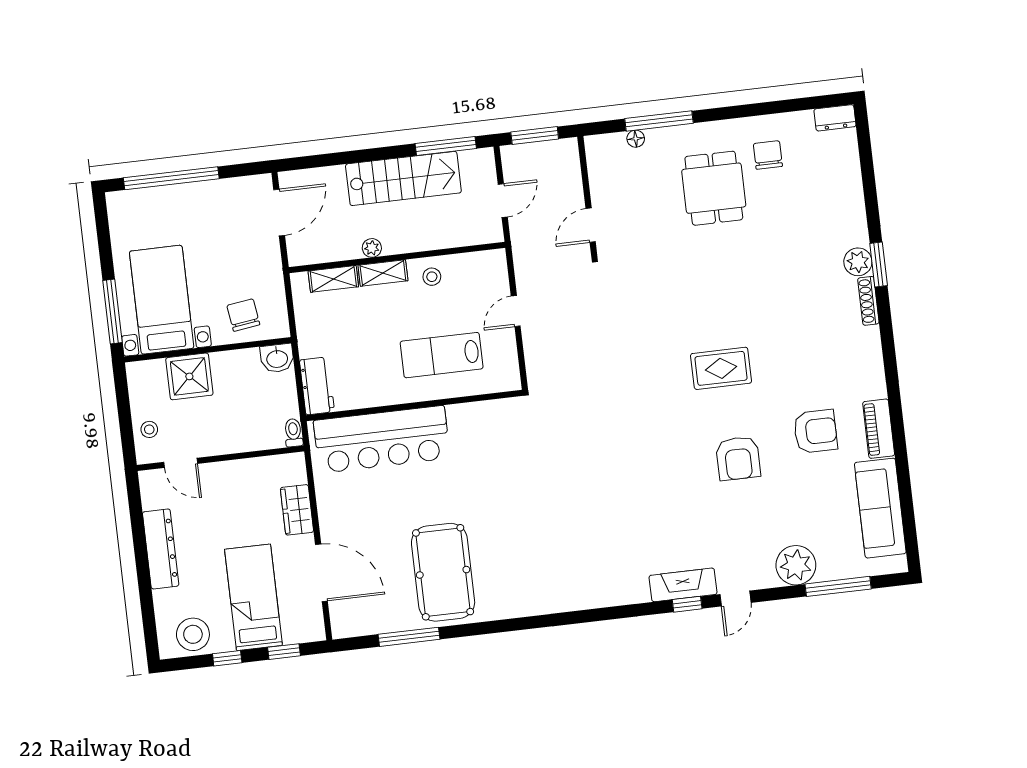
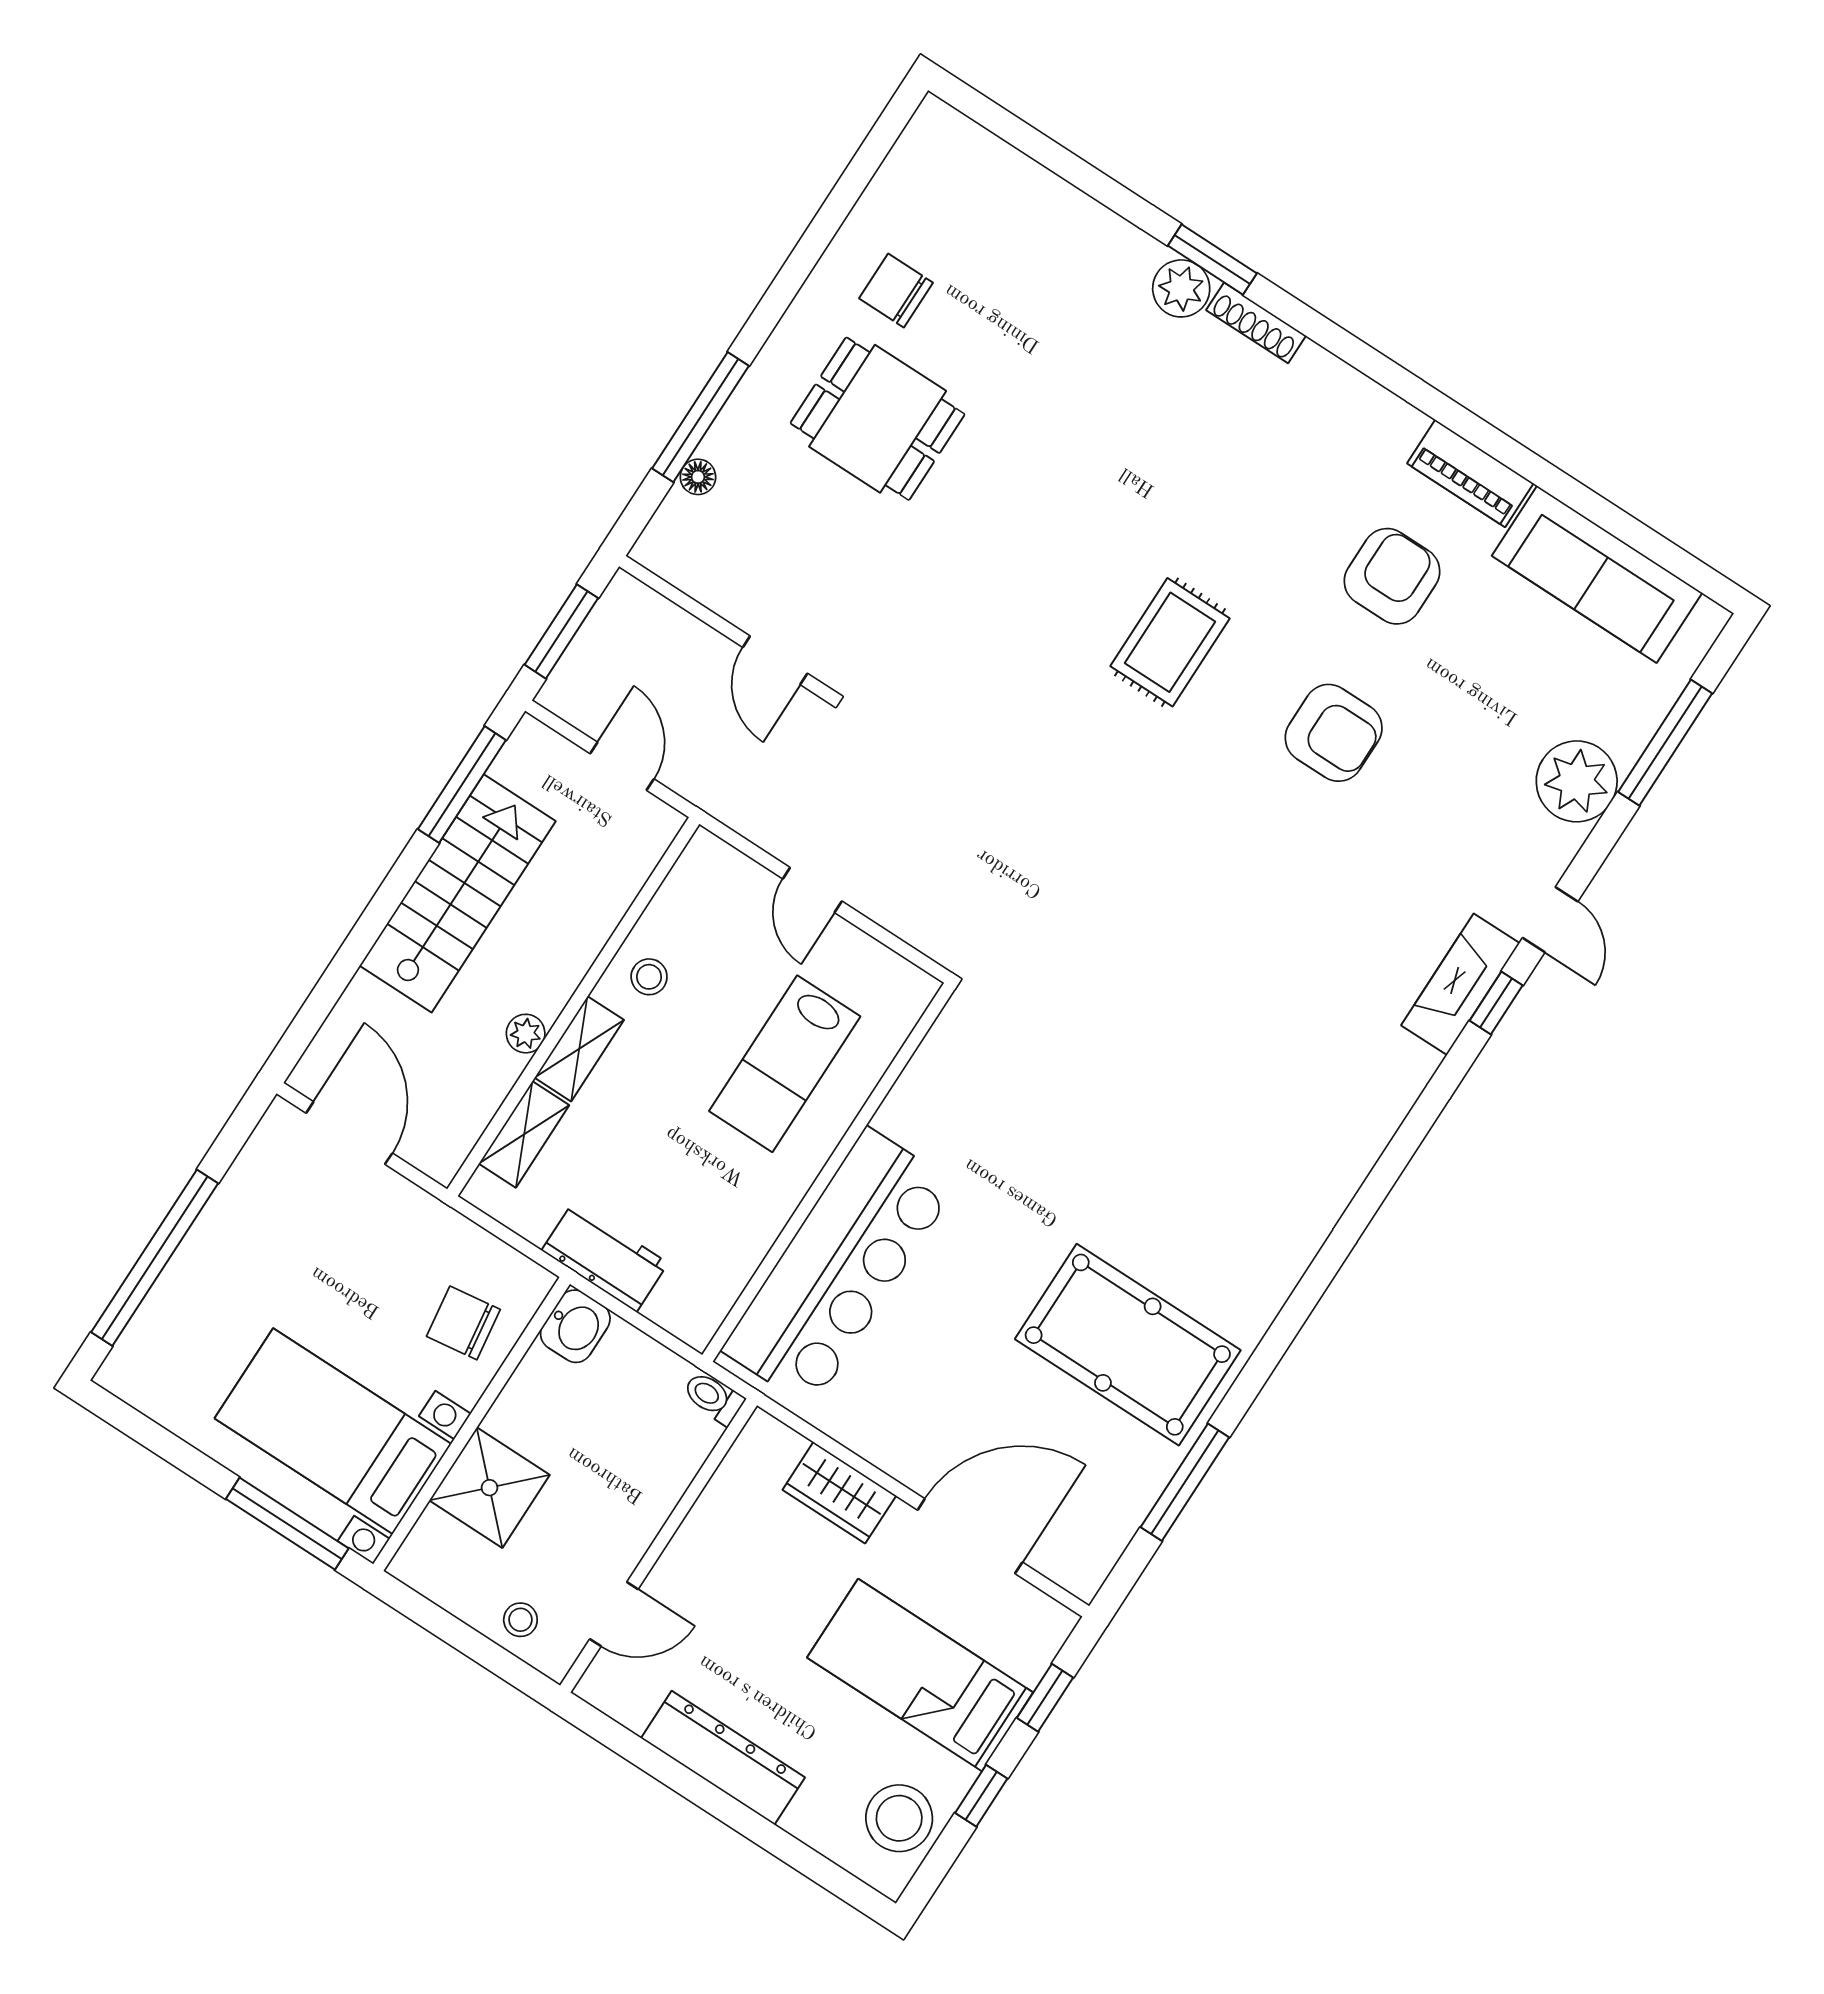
dresser: (835, 118) -> (925, 137), removed
workbench: (317, 386) -> (605, 1257), moved

